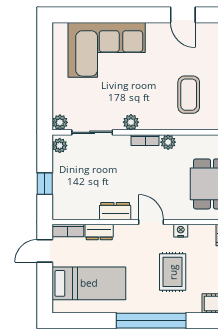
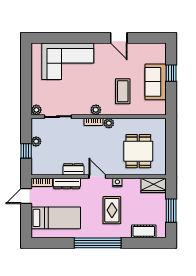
plant: (131, 122) -> (96, 110), moved
plant: (60, 146) -> (36, 141), moved
dresser: (99, 232) -> (67, 183), width x1.44

